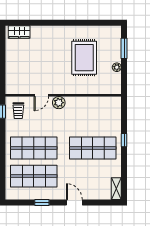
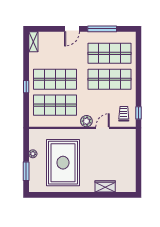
wardrobe: (19, 32) -> (105, 186), moved
rug: (84, 58) -> (63, 163), width x1.37, depth x1.44
shop shelf: (93, 120) -> (55, 105), added
window: (42, 202) -> (102, 29), width x2.17
door: (74, 202) -> (72, 29), hinge flipped

